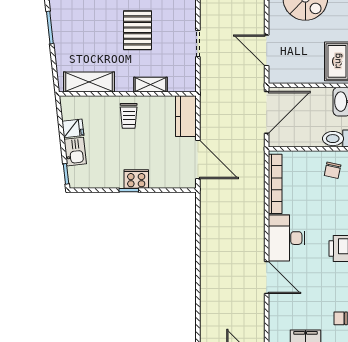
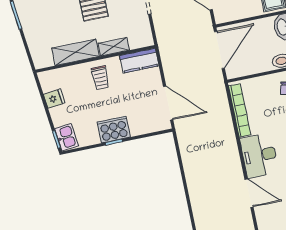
shelving: (89, 82) -> (76, 52), moved
kitchen counter: (186, 116) -> (139, 61), moved, turned -90
kitchen sink: (75, 152) -> (66, 137), moved
cooker: (136, 179) -> (114, 130), width x1.37, depth x1.31

